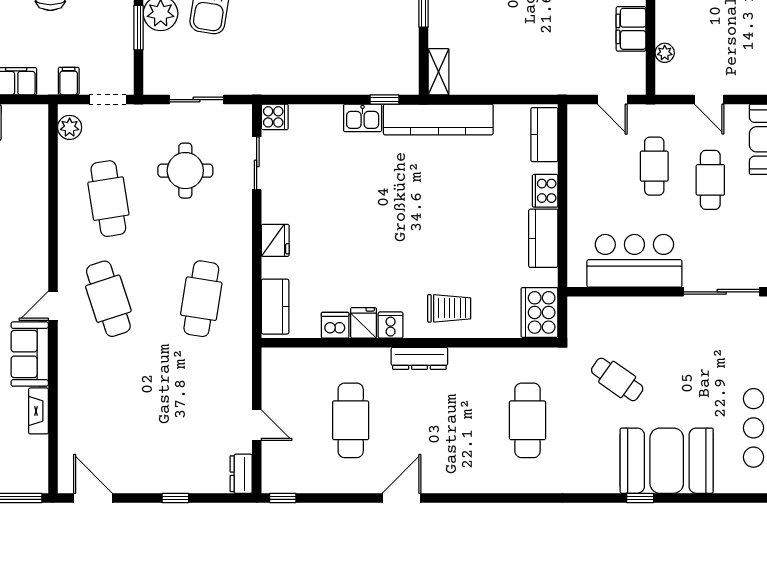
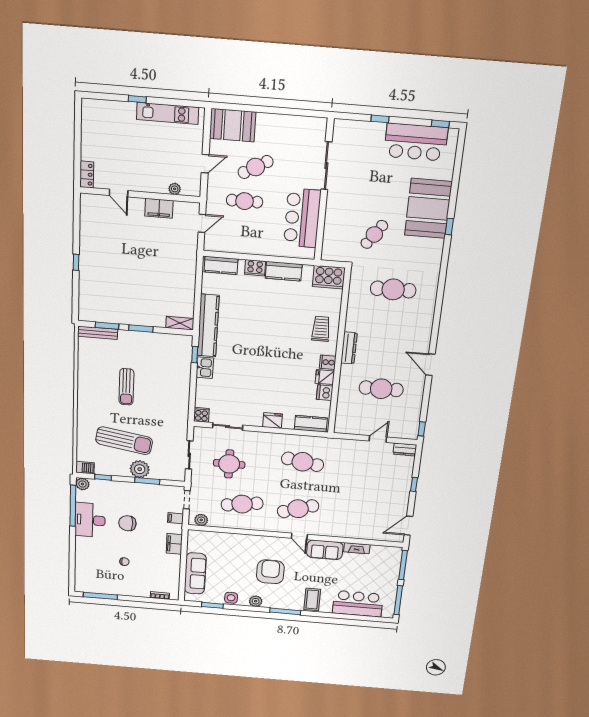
cafe table: (710, 180) -> (256, 167), turned -30

